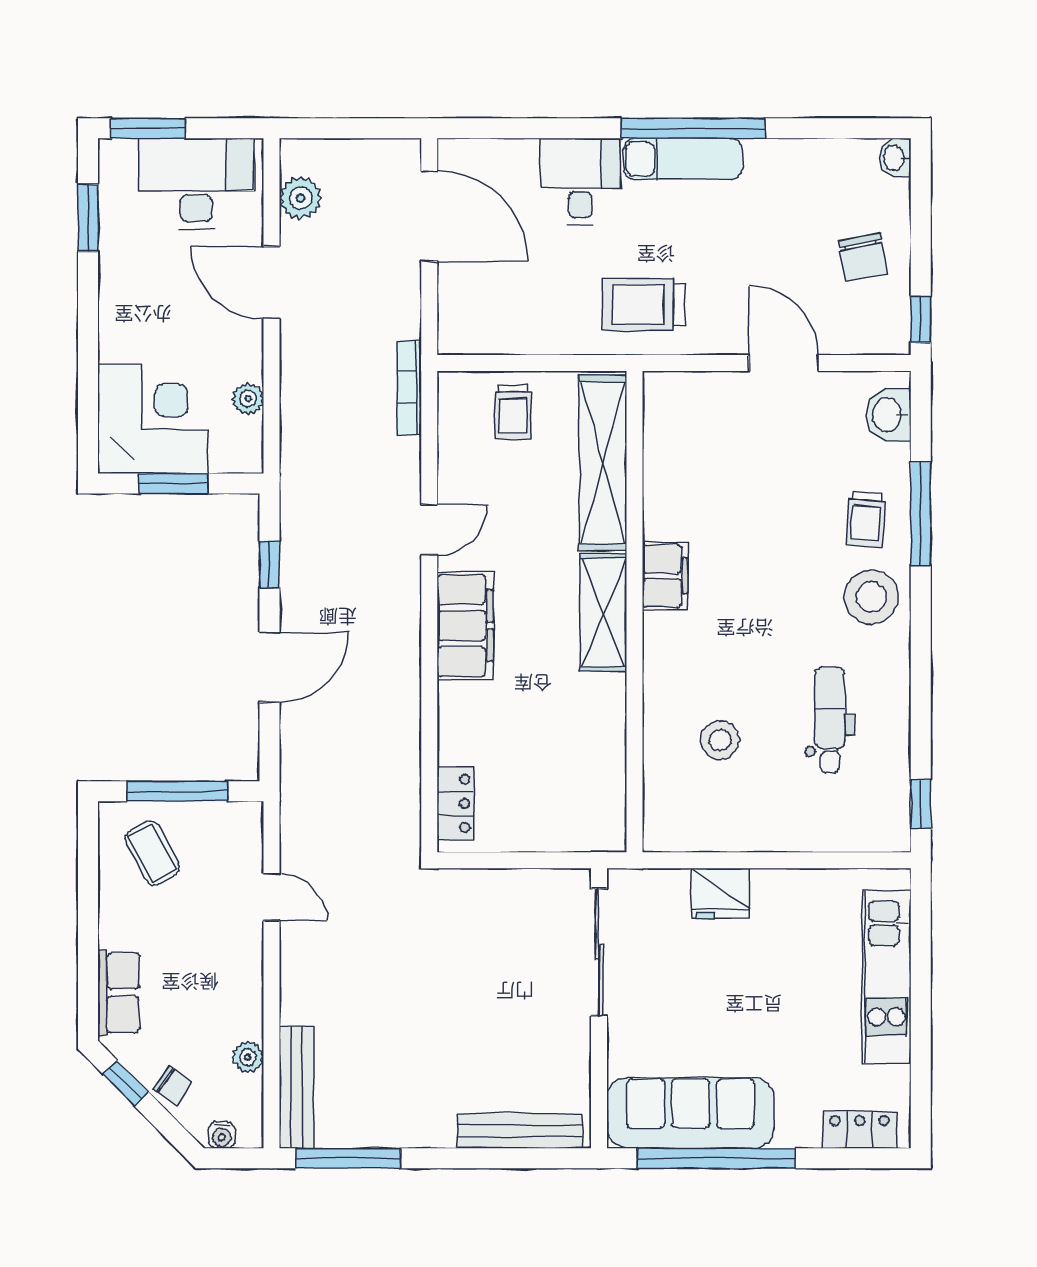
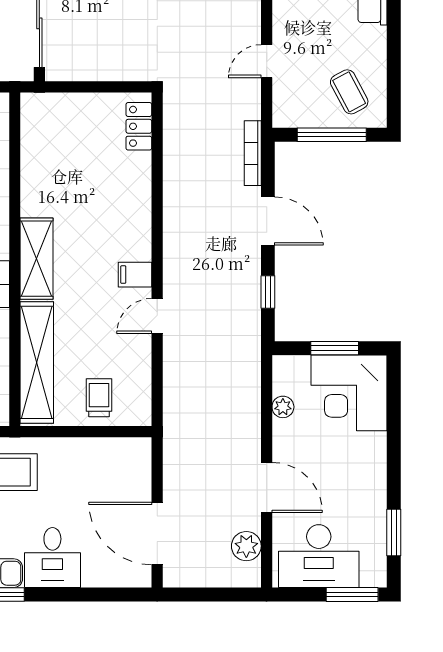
bookcase: (409, 388) -> (253, 153), moved, turned 180
filing cabinet: (465, 626) -> (135, 275), width x0.33, depth x0.86
door: (270, 667) -> (268, 221), swing flipped
door: (271, 897) -> (267, 61), hinge flipped

